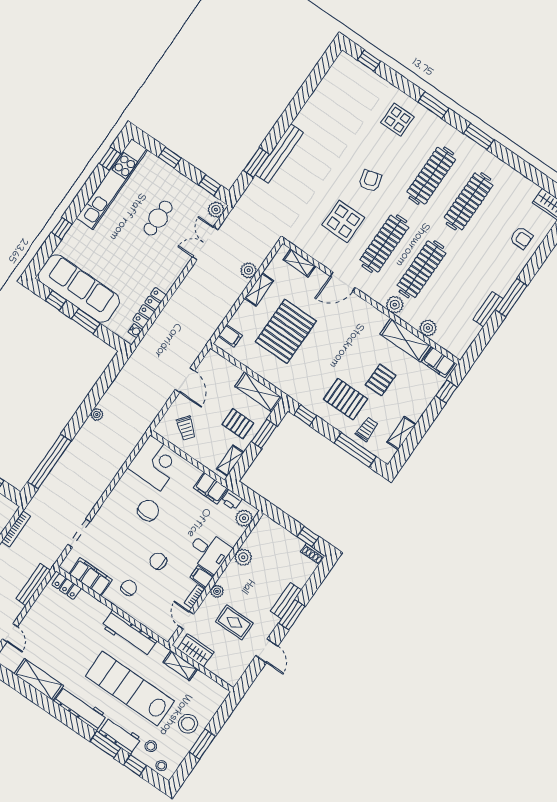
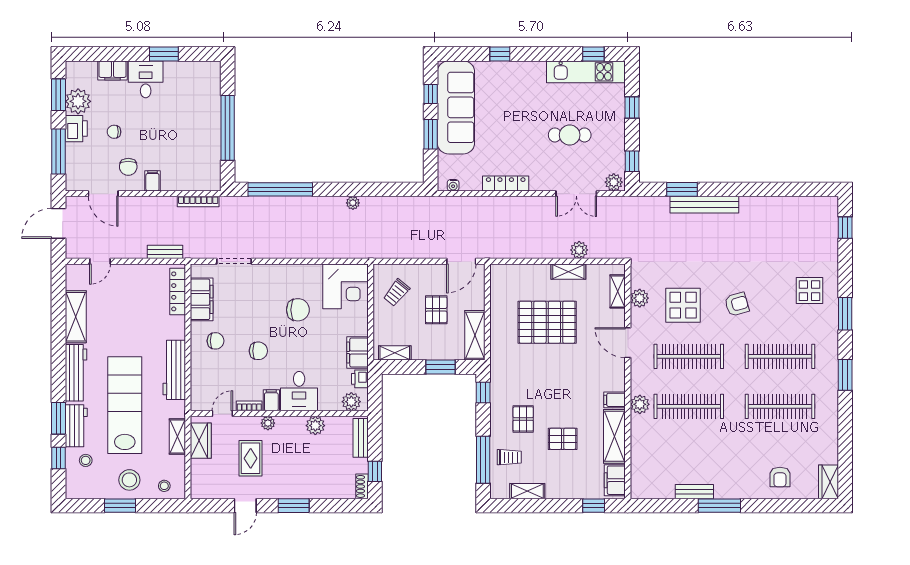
kitchen unit: (112, 184) -> (586, 72), width x0.73
double door: (205, 243) -> (576, 194), swing flipped
locker: (150, 307) -> (506, 183), moved
plant: (428, 328) -> (640, 298), moved
filing cabinet: (230, 336) -> (615, 400), moved, turned 90
door: (185, 380) -> (461, 261), moved
pallet: (346, 399) -> (523, 419), width x0.67, depth x0.71
pallet: (238, 424) -> (436, 310), moved
chair: (158, 561) -> (258, 351), turned 86
bench: (33, 584) -> (165, 252), width x0.73
locker: (66, 586) -> (178, 291), width x1.53
bench: (286, 601) -> (361, 438), moved, turned 90
stool: (161, 766) -> (164, 486), moved

